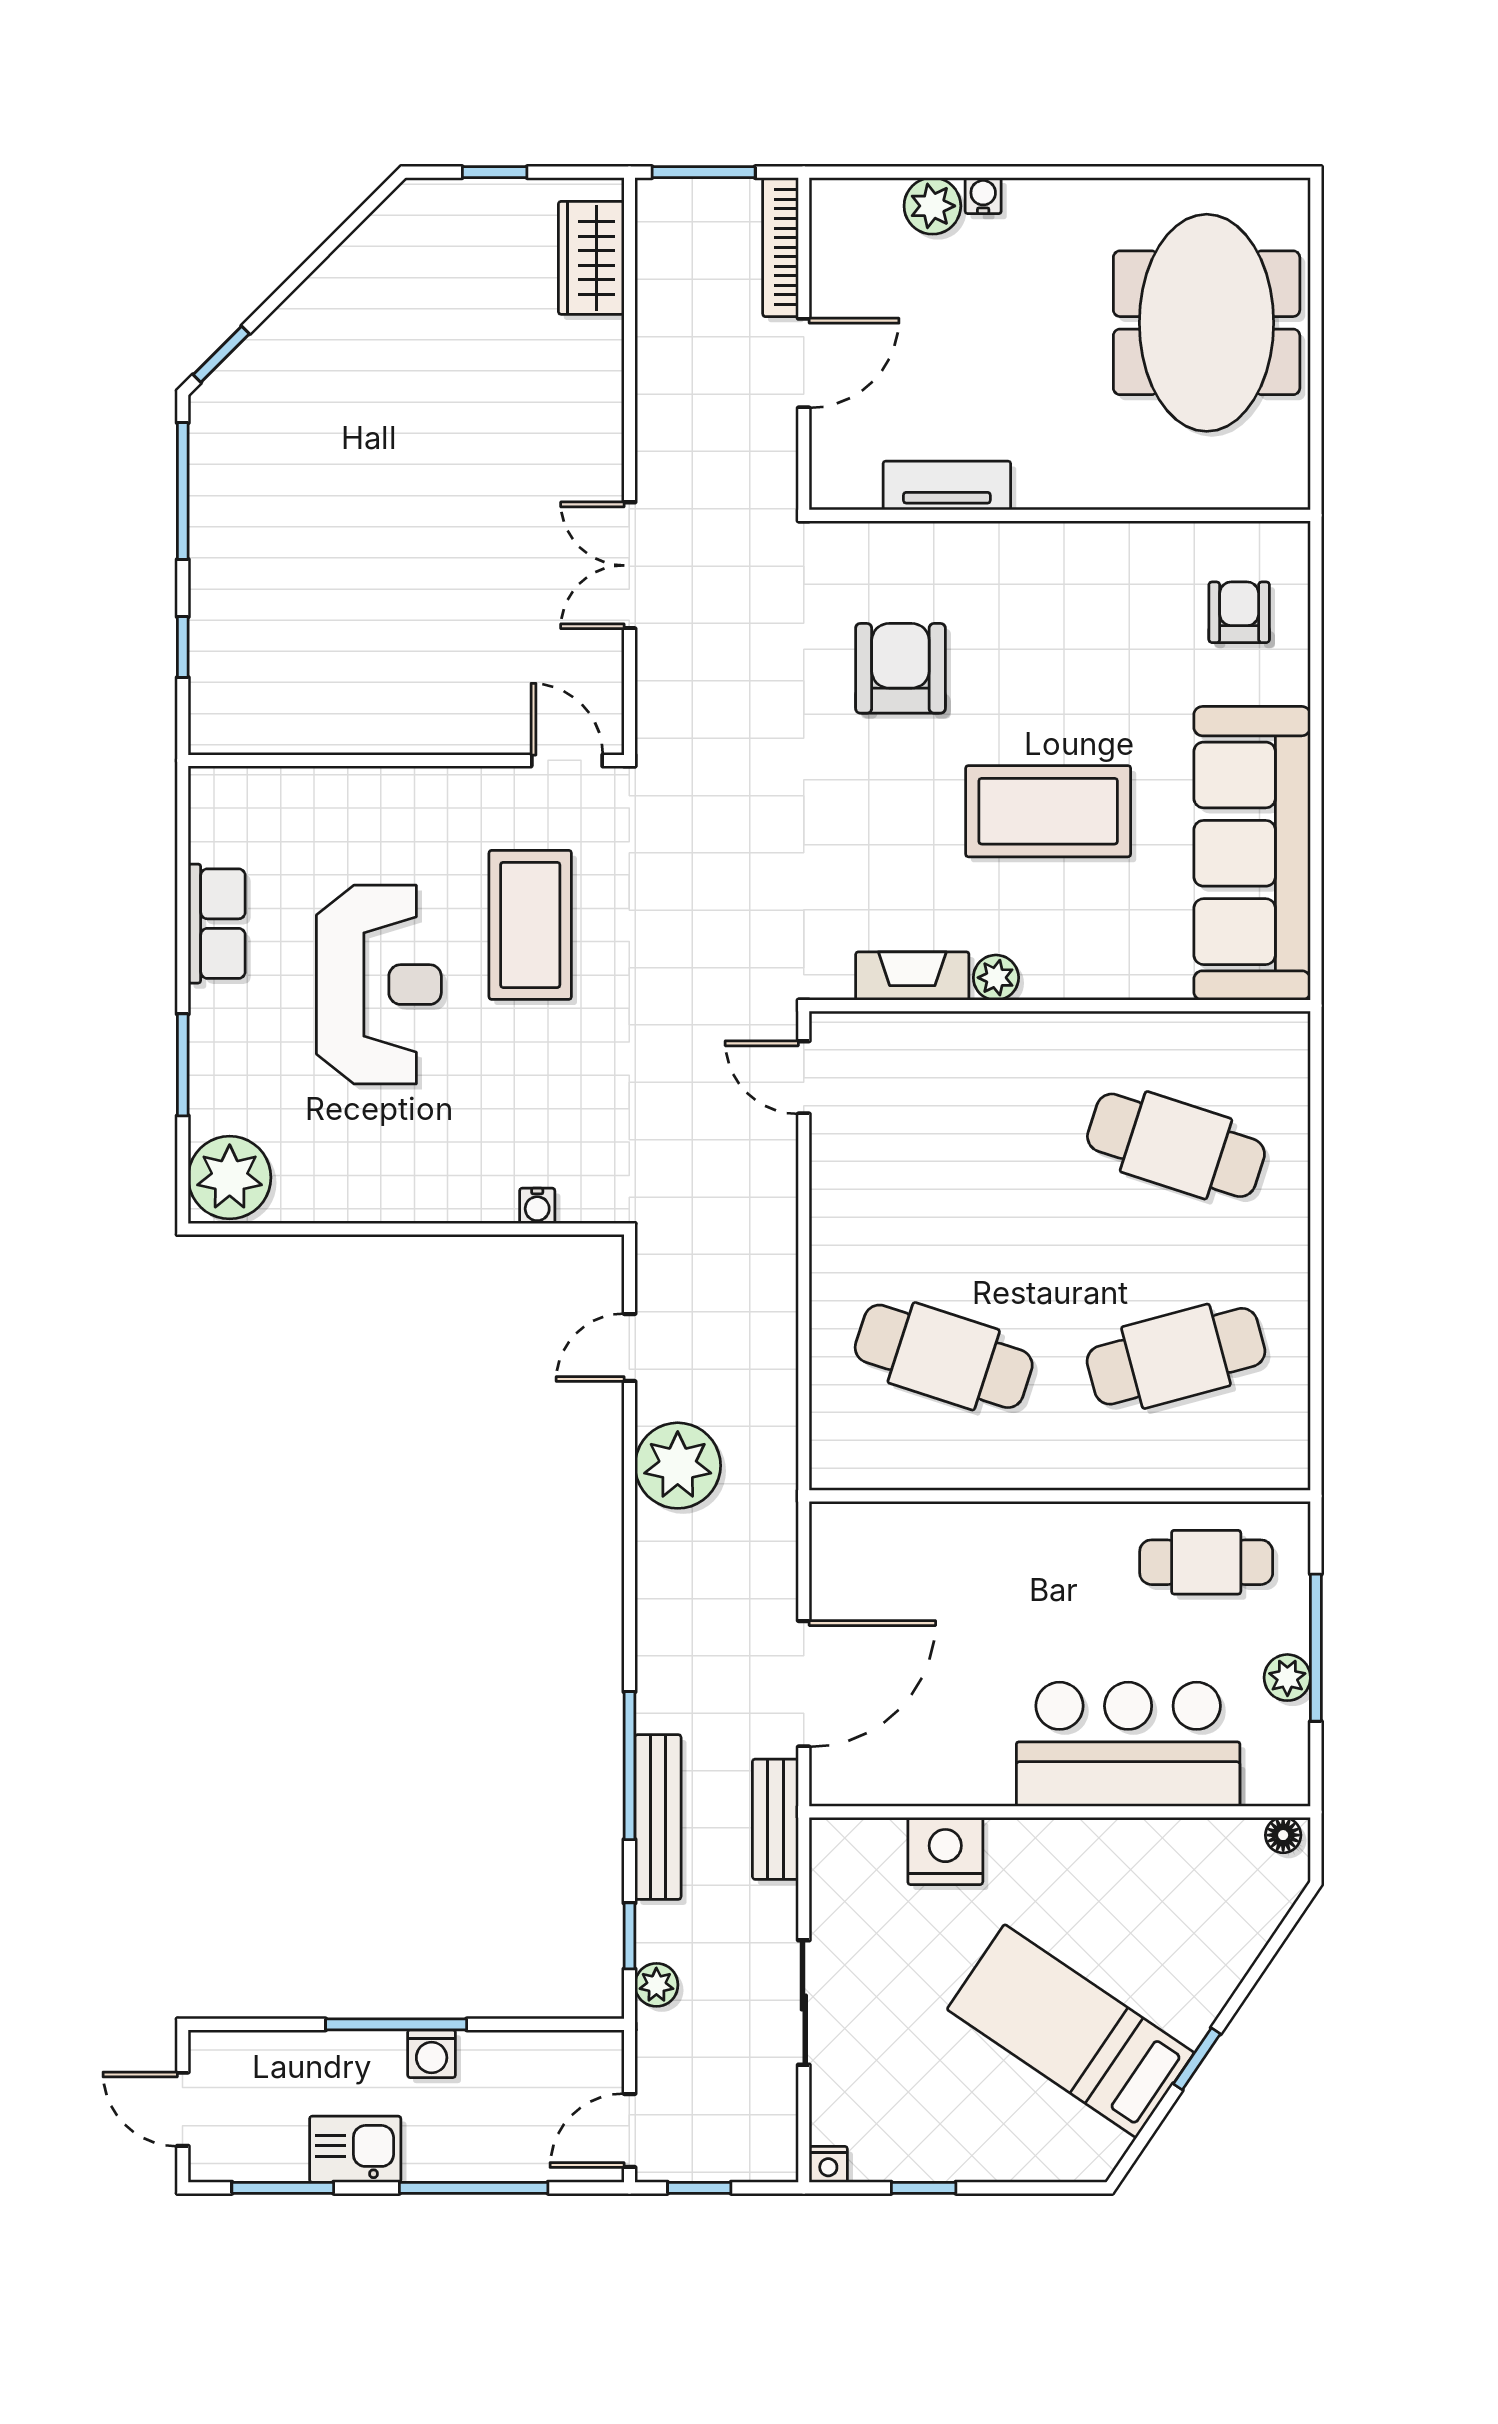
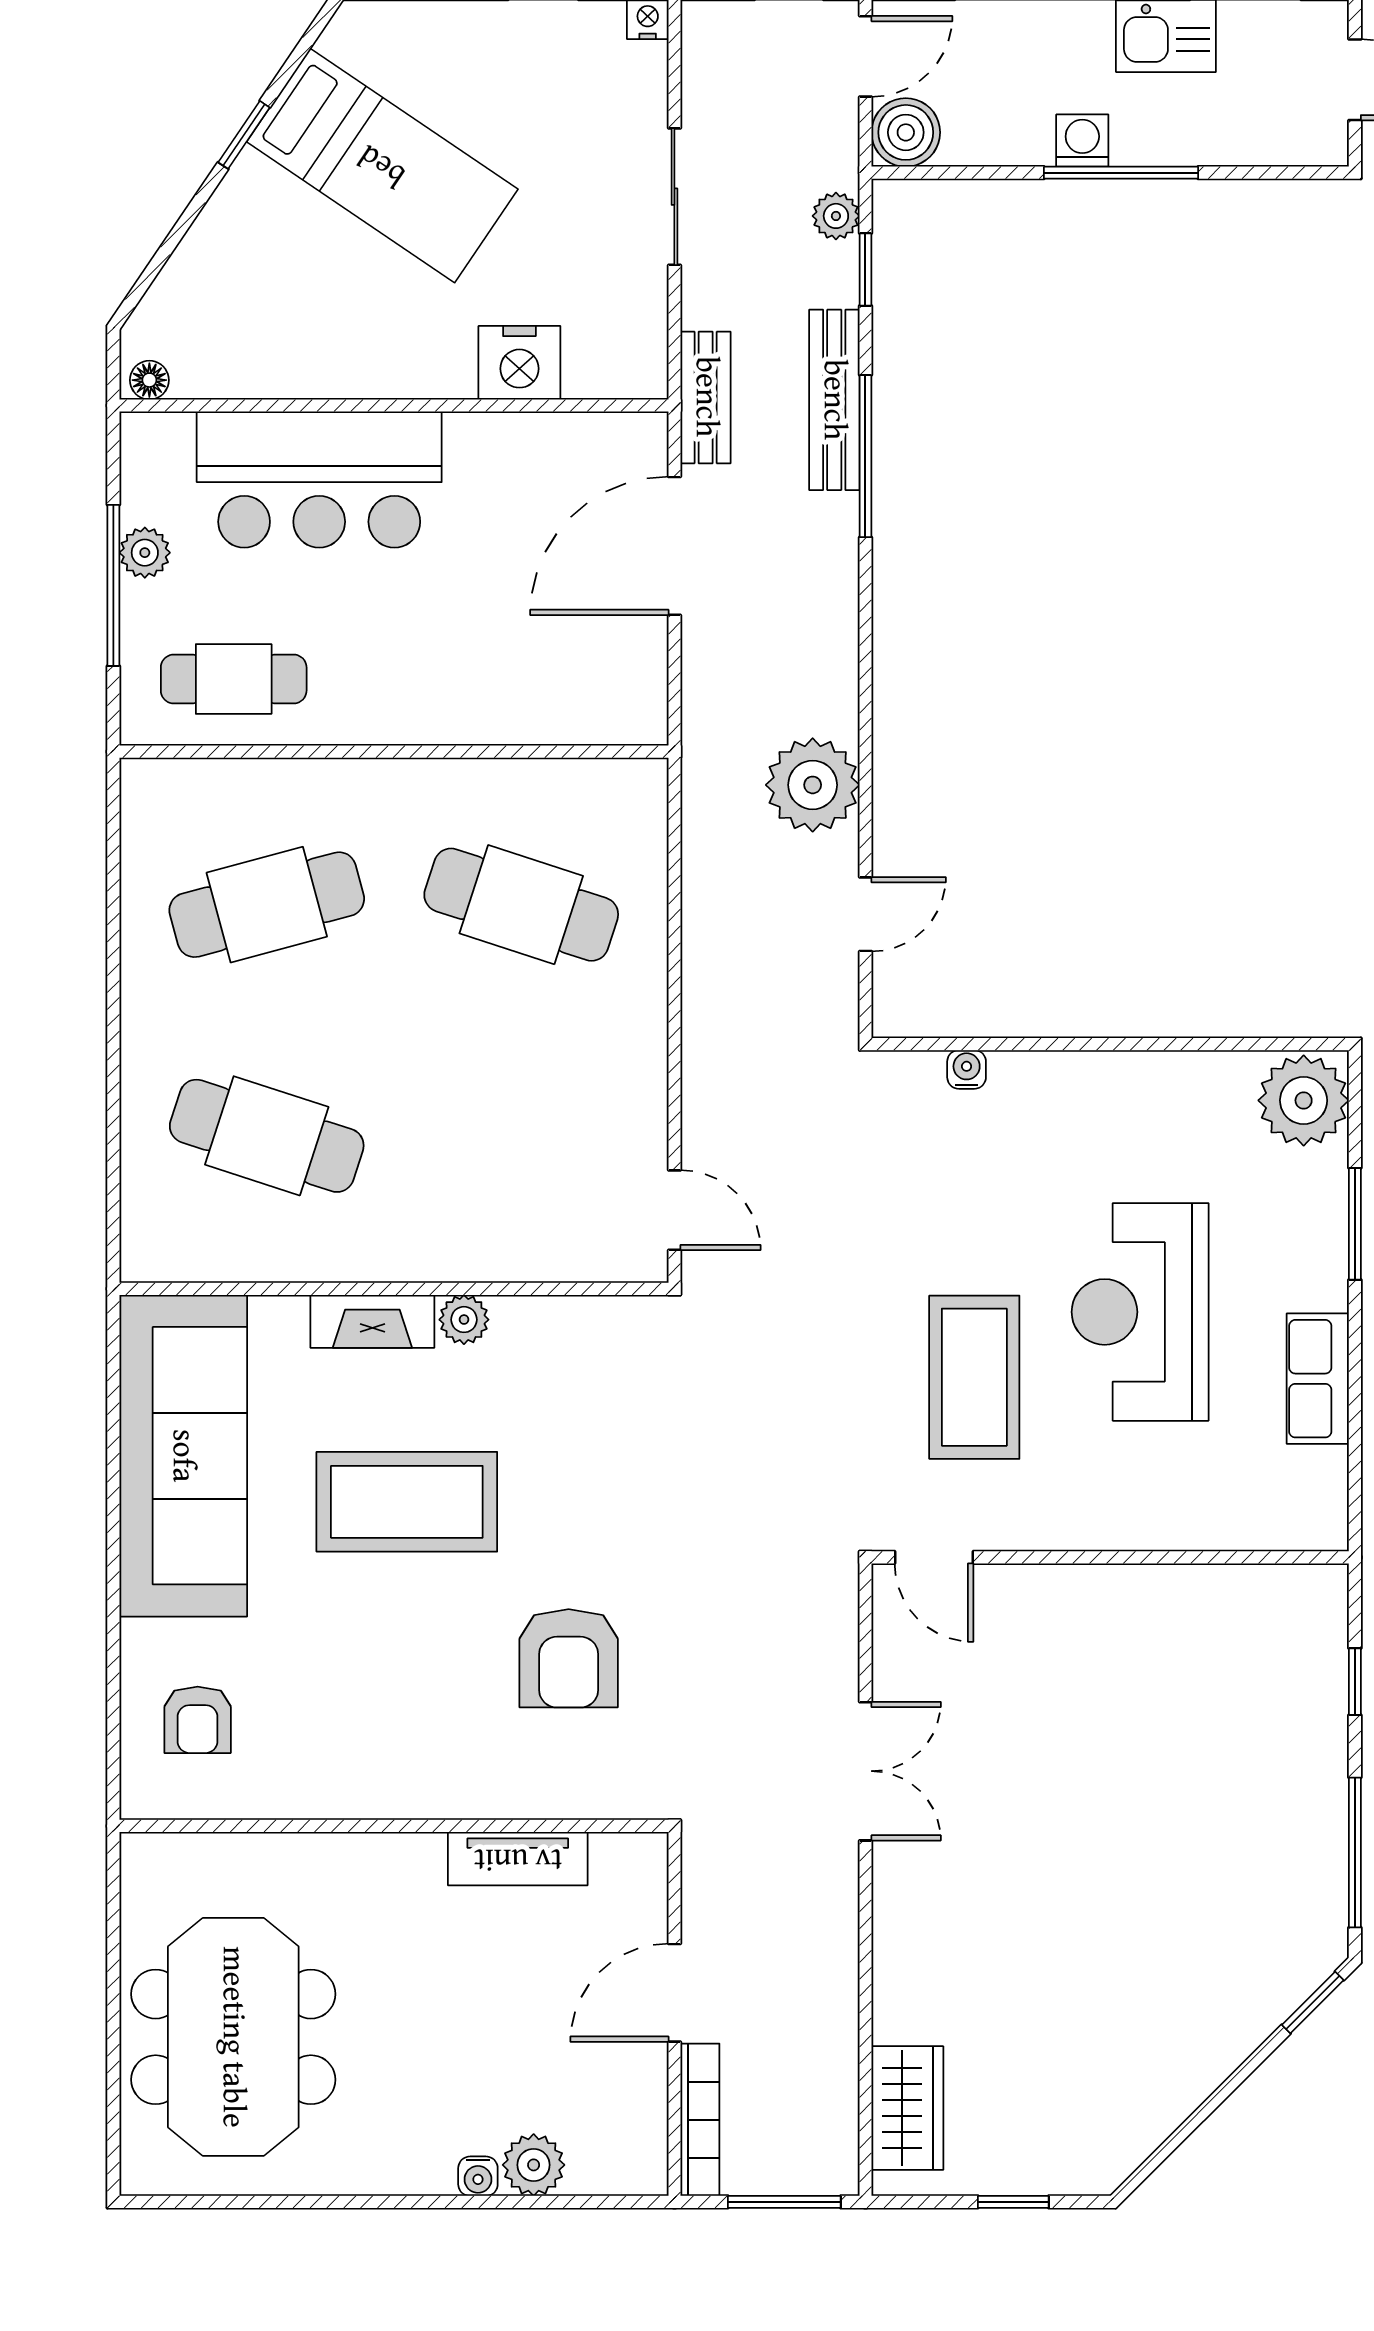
fireplace: (912, 976) -> (372, 1321), moved
boiler: (593, 2061) -> (906, 132), added

